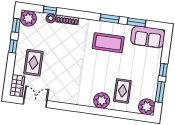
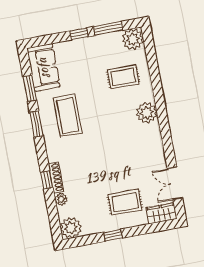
window: (50, 10) -> (47, 180), moved
window: (16, 25) -> (85, 240), removed
plant: (102, 100) -> (147, 113), moved

